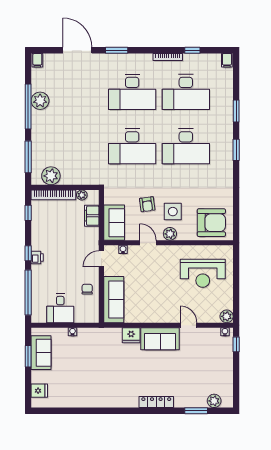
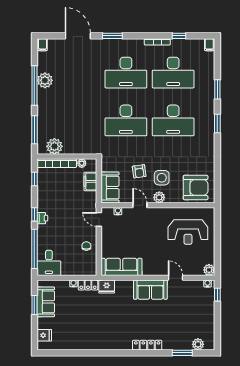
door: (101, 259) -> (99, 219), hinge flipped
sofa: (114, 300) -> (121, 267), moved, turned -90
desk: (60, 308) -> (49, 263), moved
locker: (89, 333) -> (88, 285), added
fridge: (131, 335) -> (107, 287), moved

